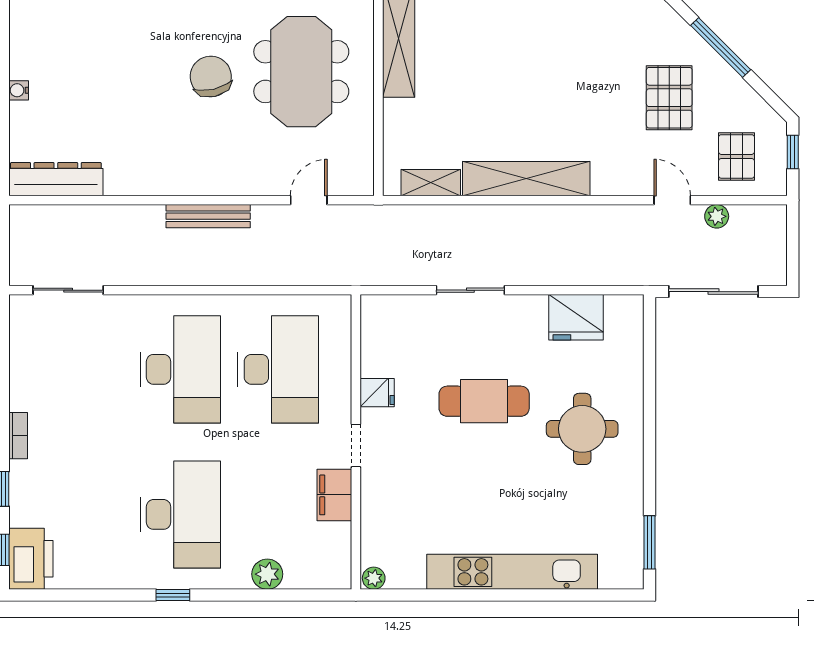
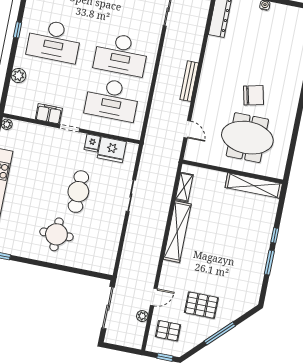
fridge: (576, 317) -> (112, 150), moved, turned -90

